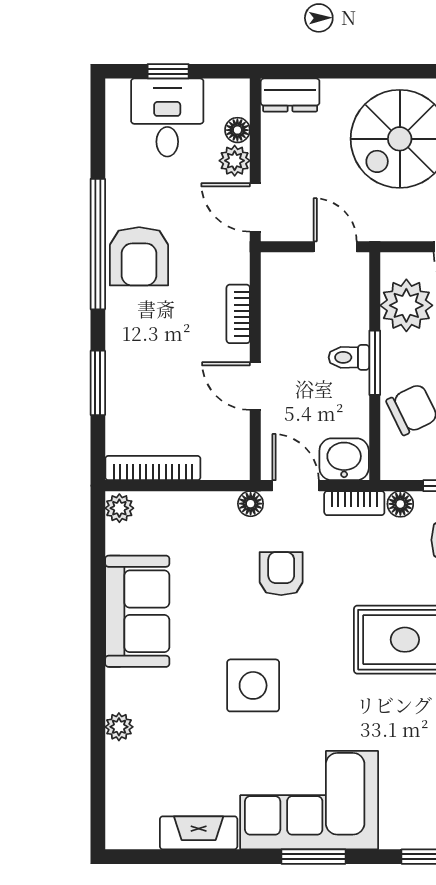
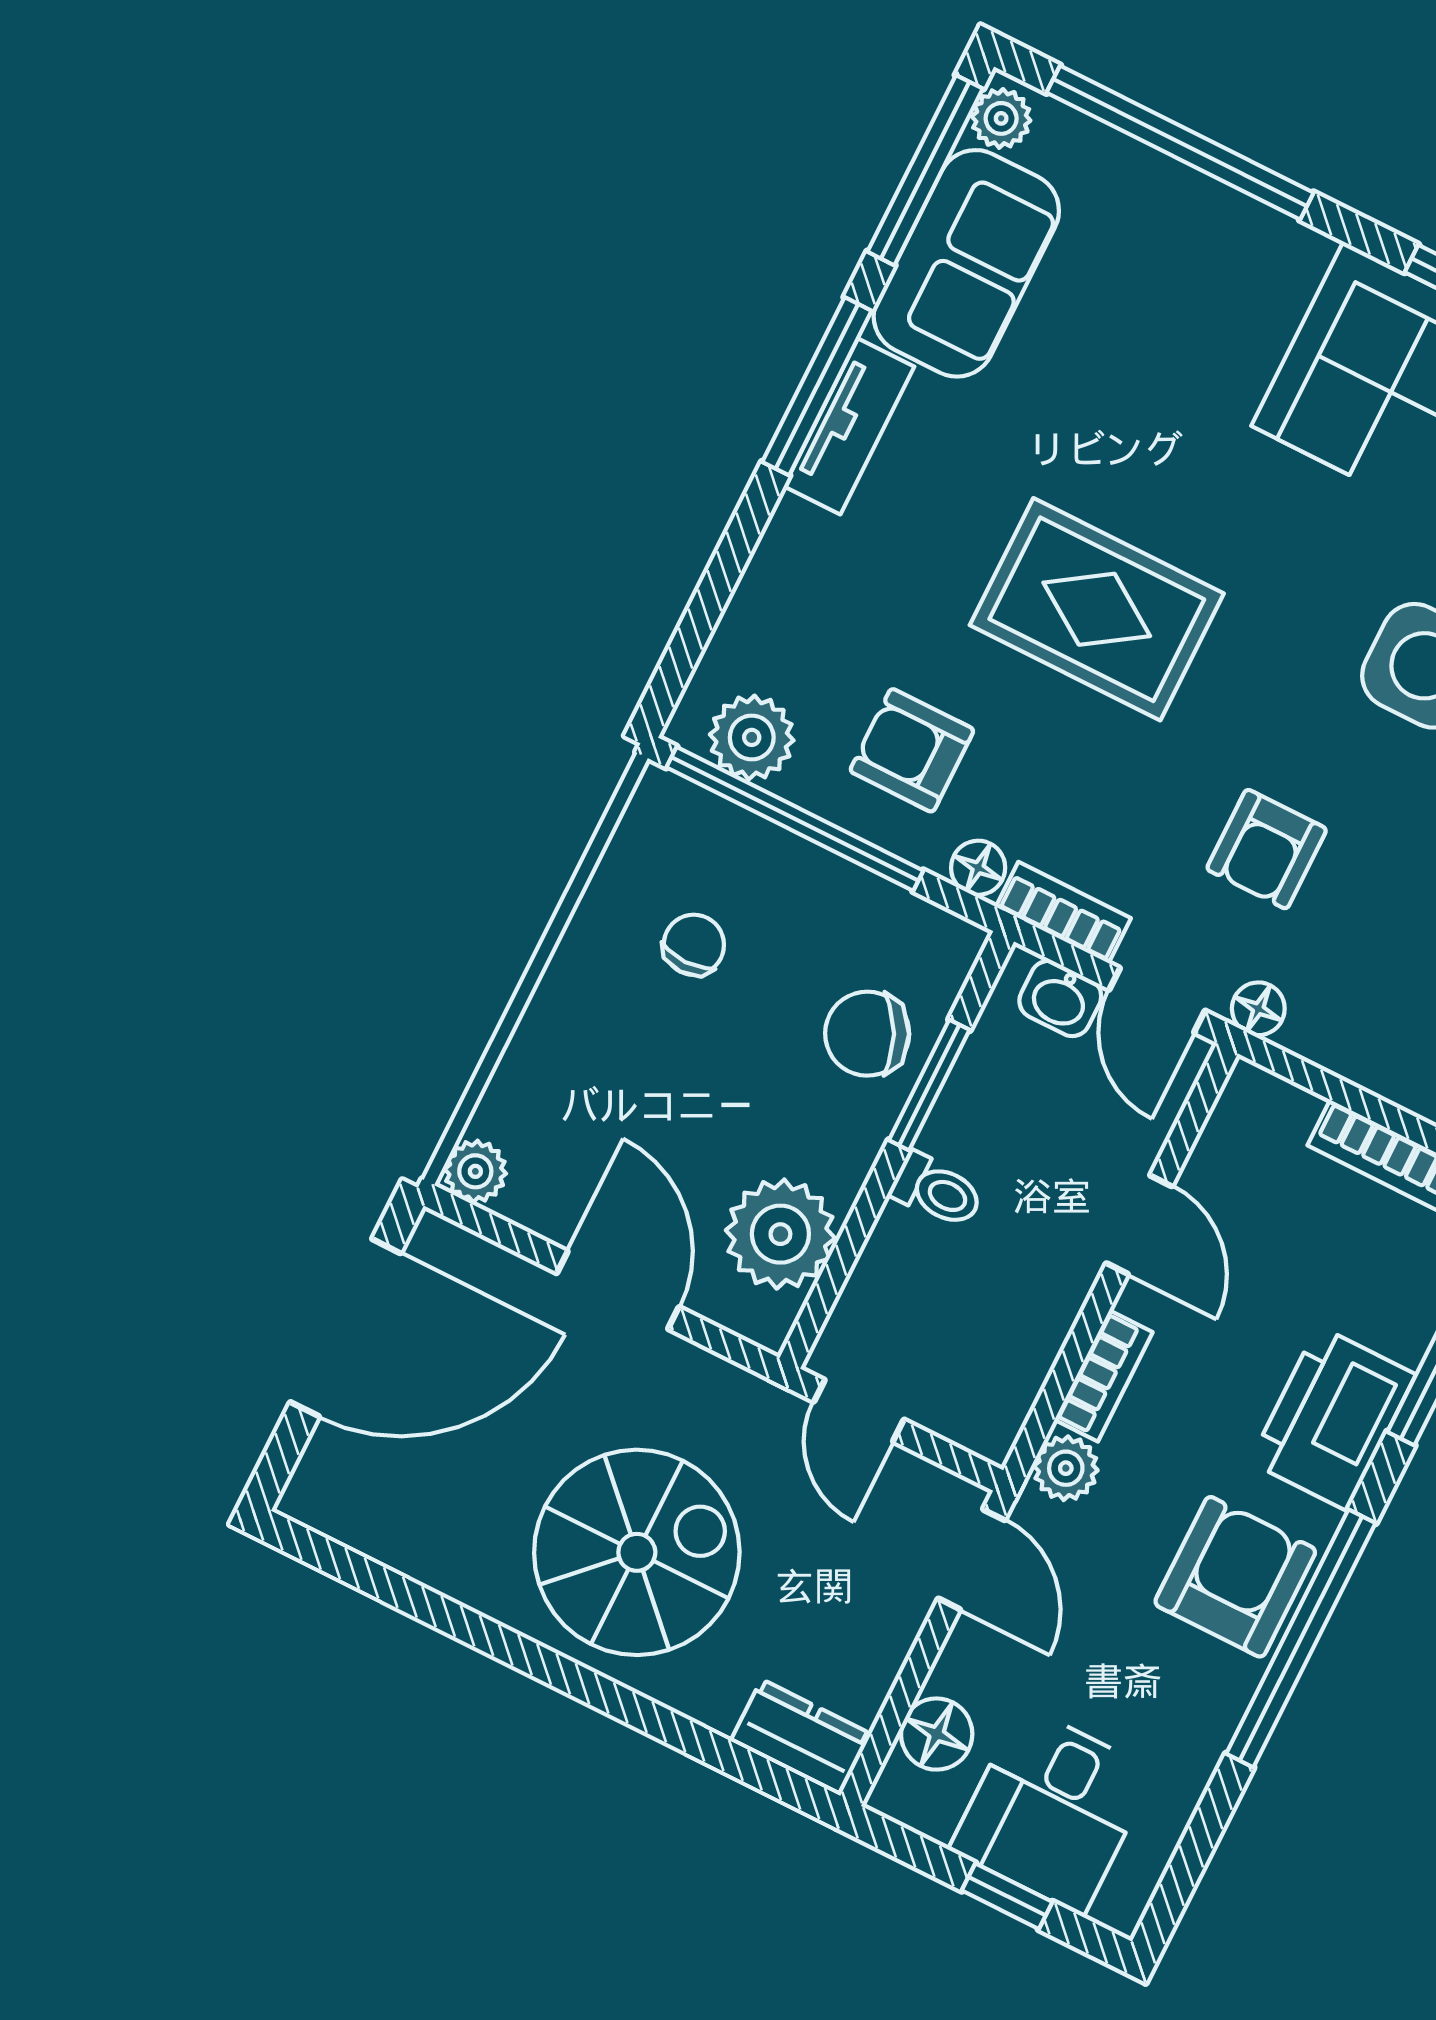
floor lamp: (237, 130) -> (937, 1734), width x1.37, depth x1.37
plant: (235, 161) -> (1066, 1468), moved
printer: (131, 345) -> (1333, 1418), added
window: (375, 363) -> (929, 1085), moved
washbasin: (344, 459) -> (1060, 998), width x0.72, depth x0.69

